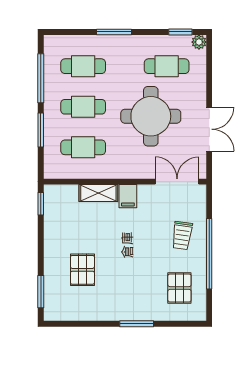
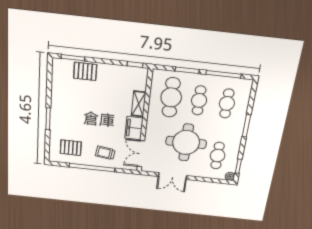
cafe table: (83, 147) -> (171, 97), width x1.37, depth x1.35
double door: (177, 182) -> (141, 154), swing flipped
filing cabinet: (128, 196) -> (134, 128), width x2.00
pallet: (82, 270) -> (85, 71), moved

